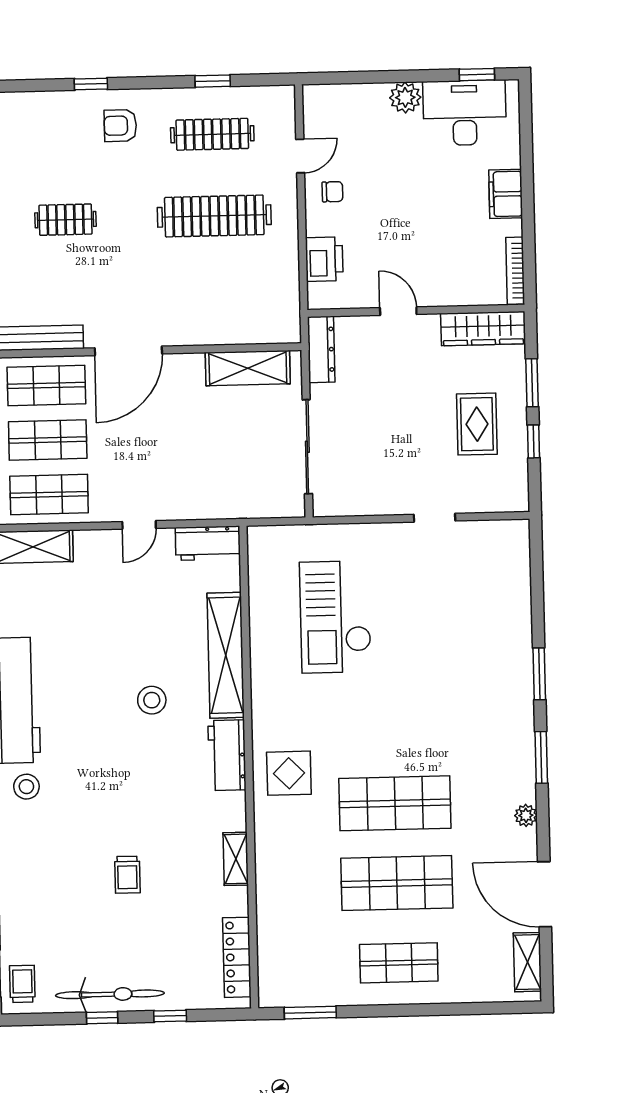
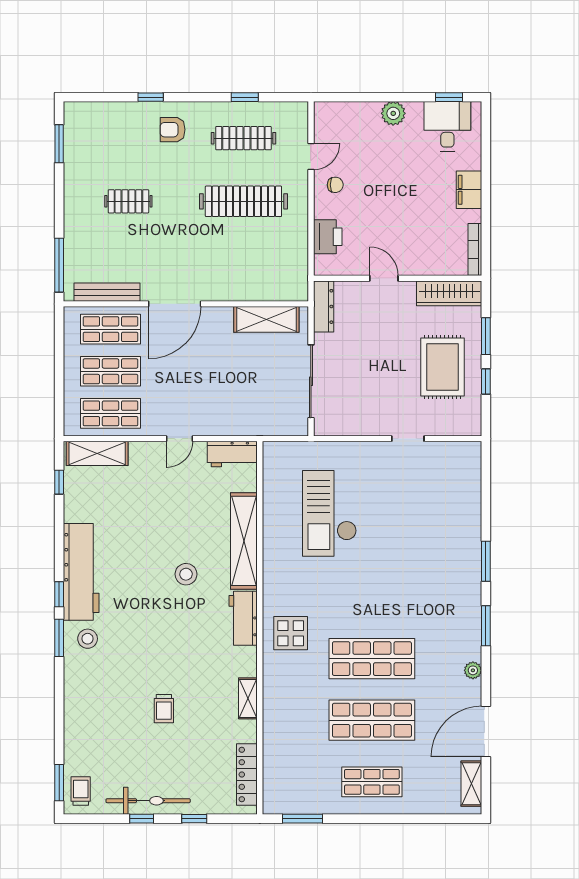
desk: (465, 113) -> (447, 126), width x0.73
rug: (477, 424) -> (442, 367), width x1.36, depth x1.43
door: (545, 894) -> (486, 732), hinge flipped

